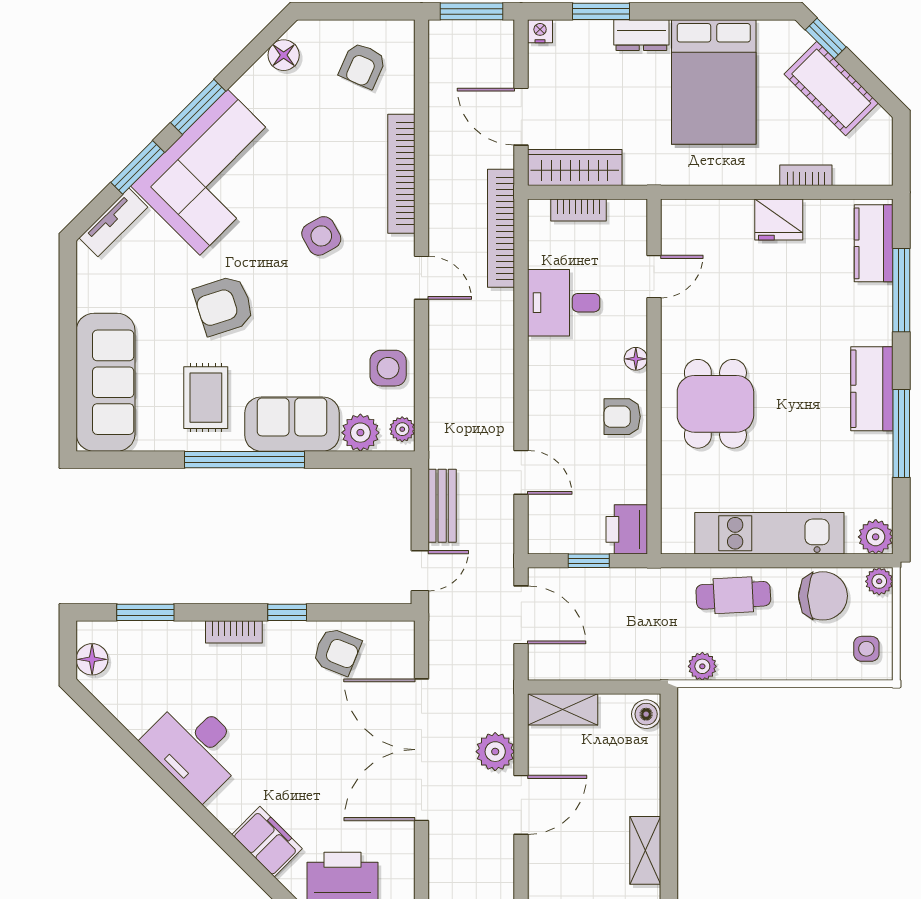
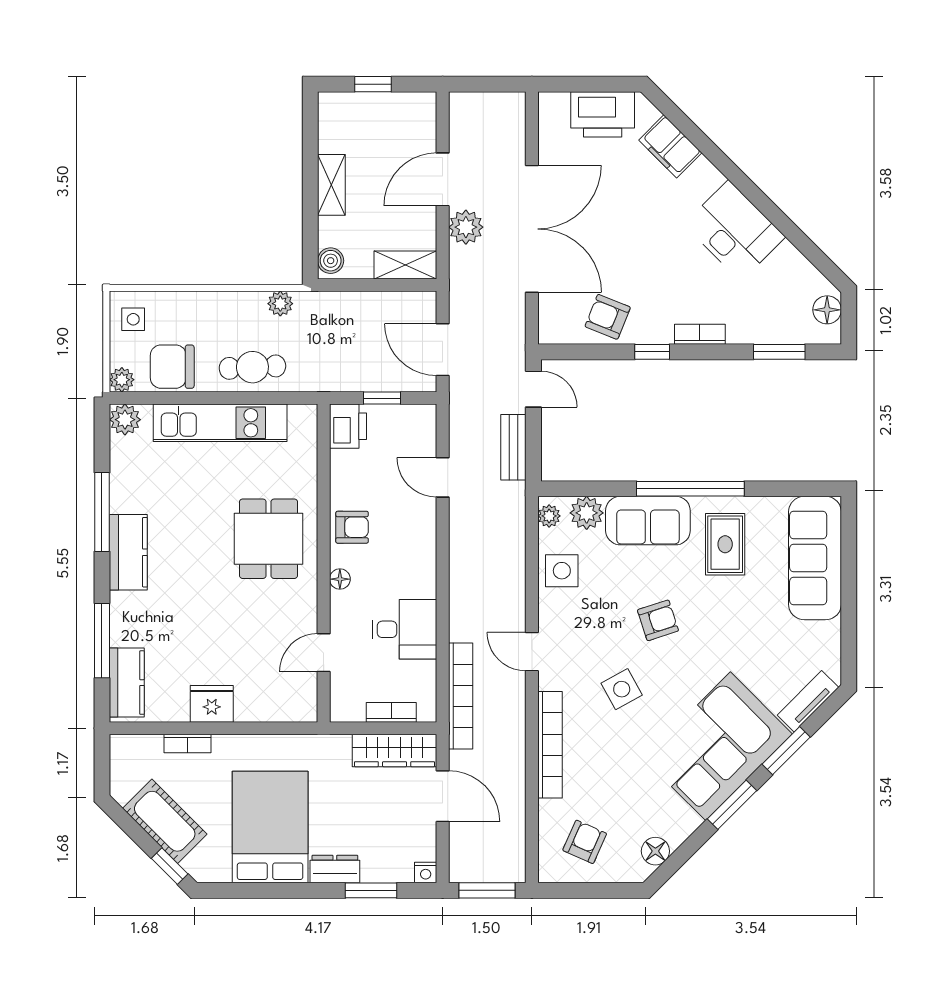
armchair: (224, 305) -> (658, 620), moved, width x0.72, depth x0.72
door: (420, 571) -> (533, 389), swing flipped
shelving: (645, 850) -> (331, 185), moved

